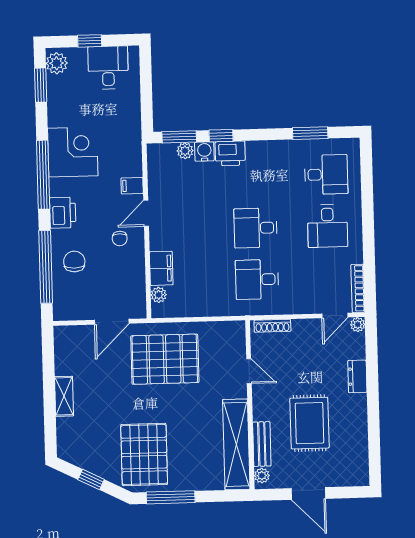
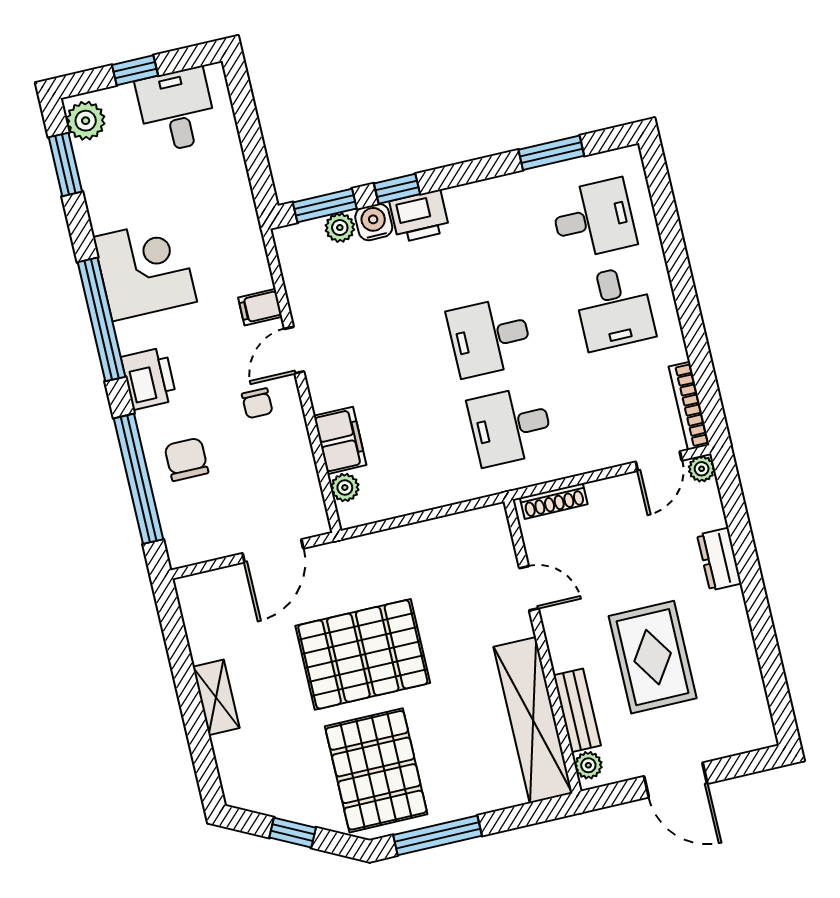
pallet: (165, 359) -> (363, 654), moved

